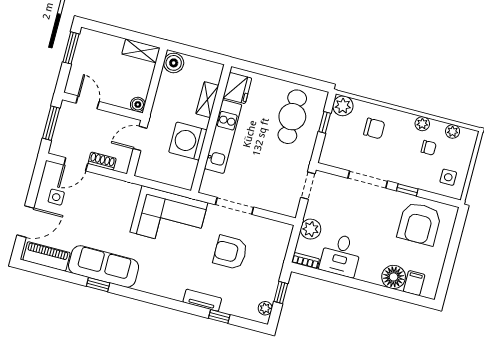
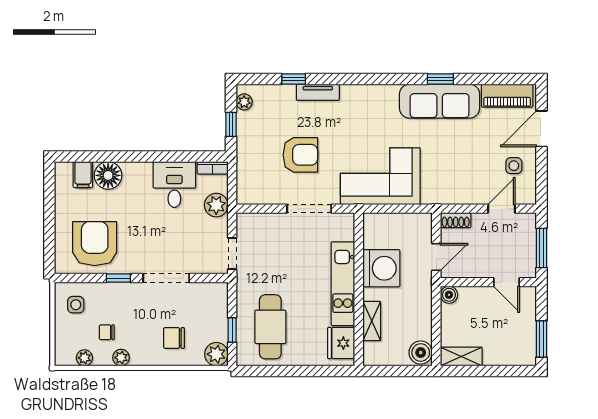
shoe rack: (102, 161) -> (456, 220), moved

